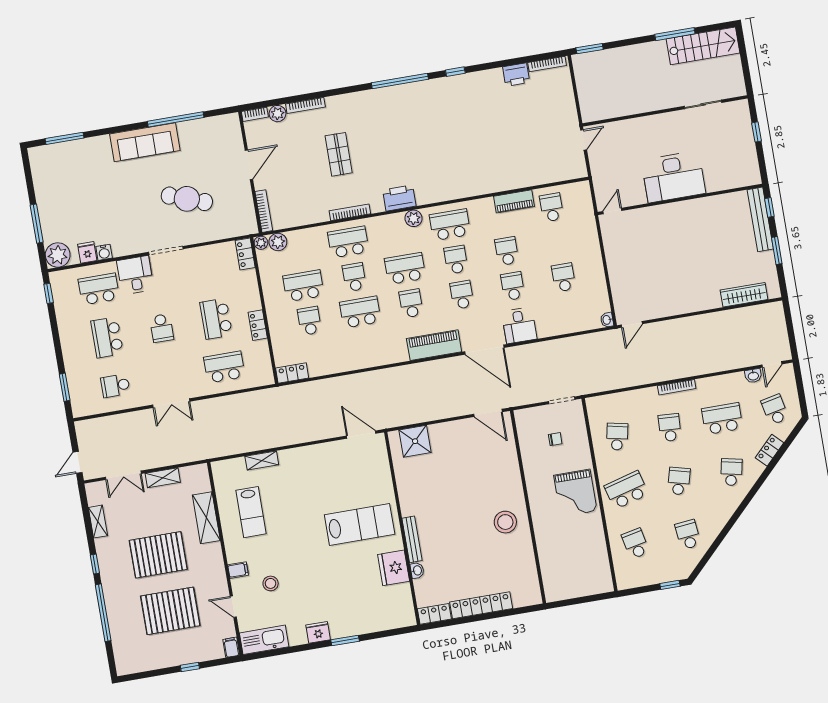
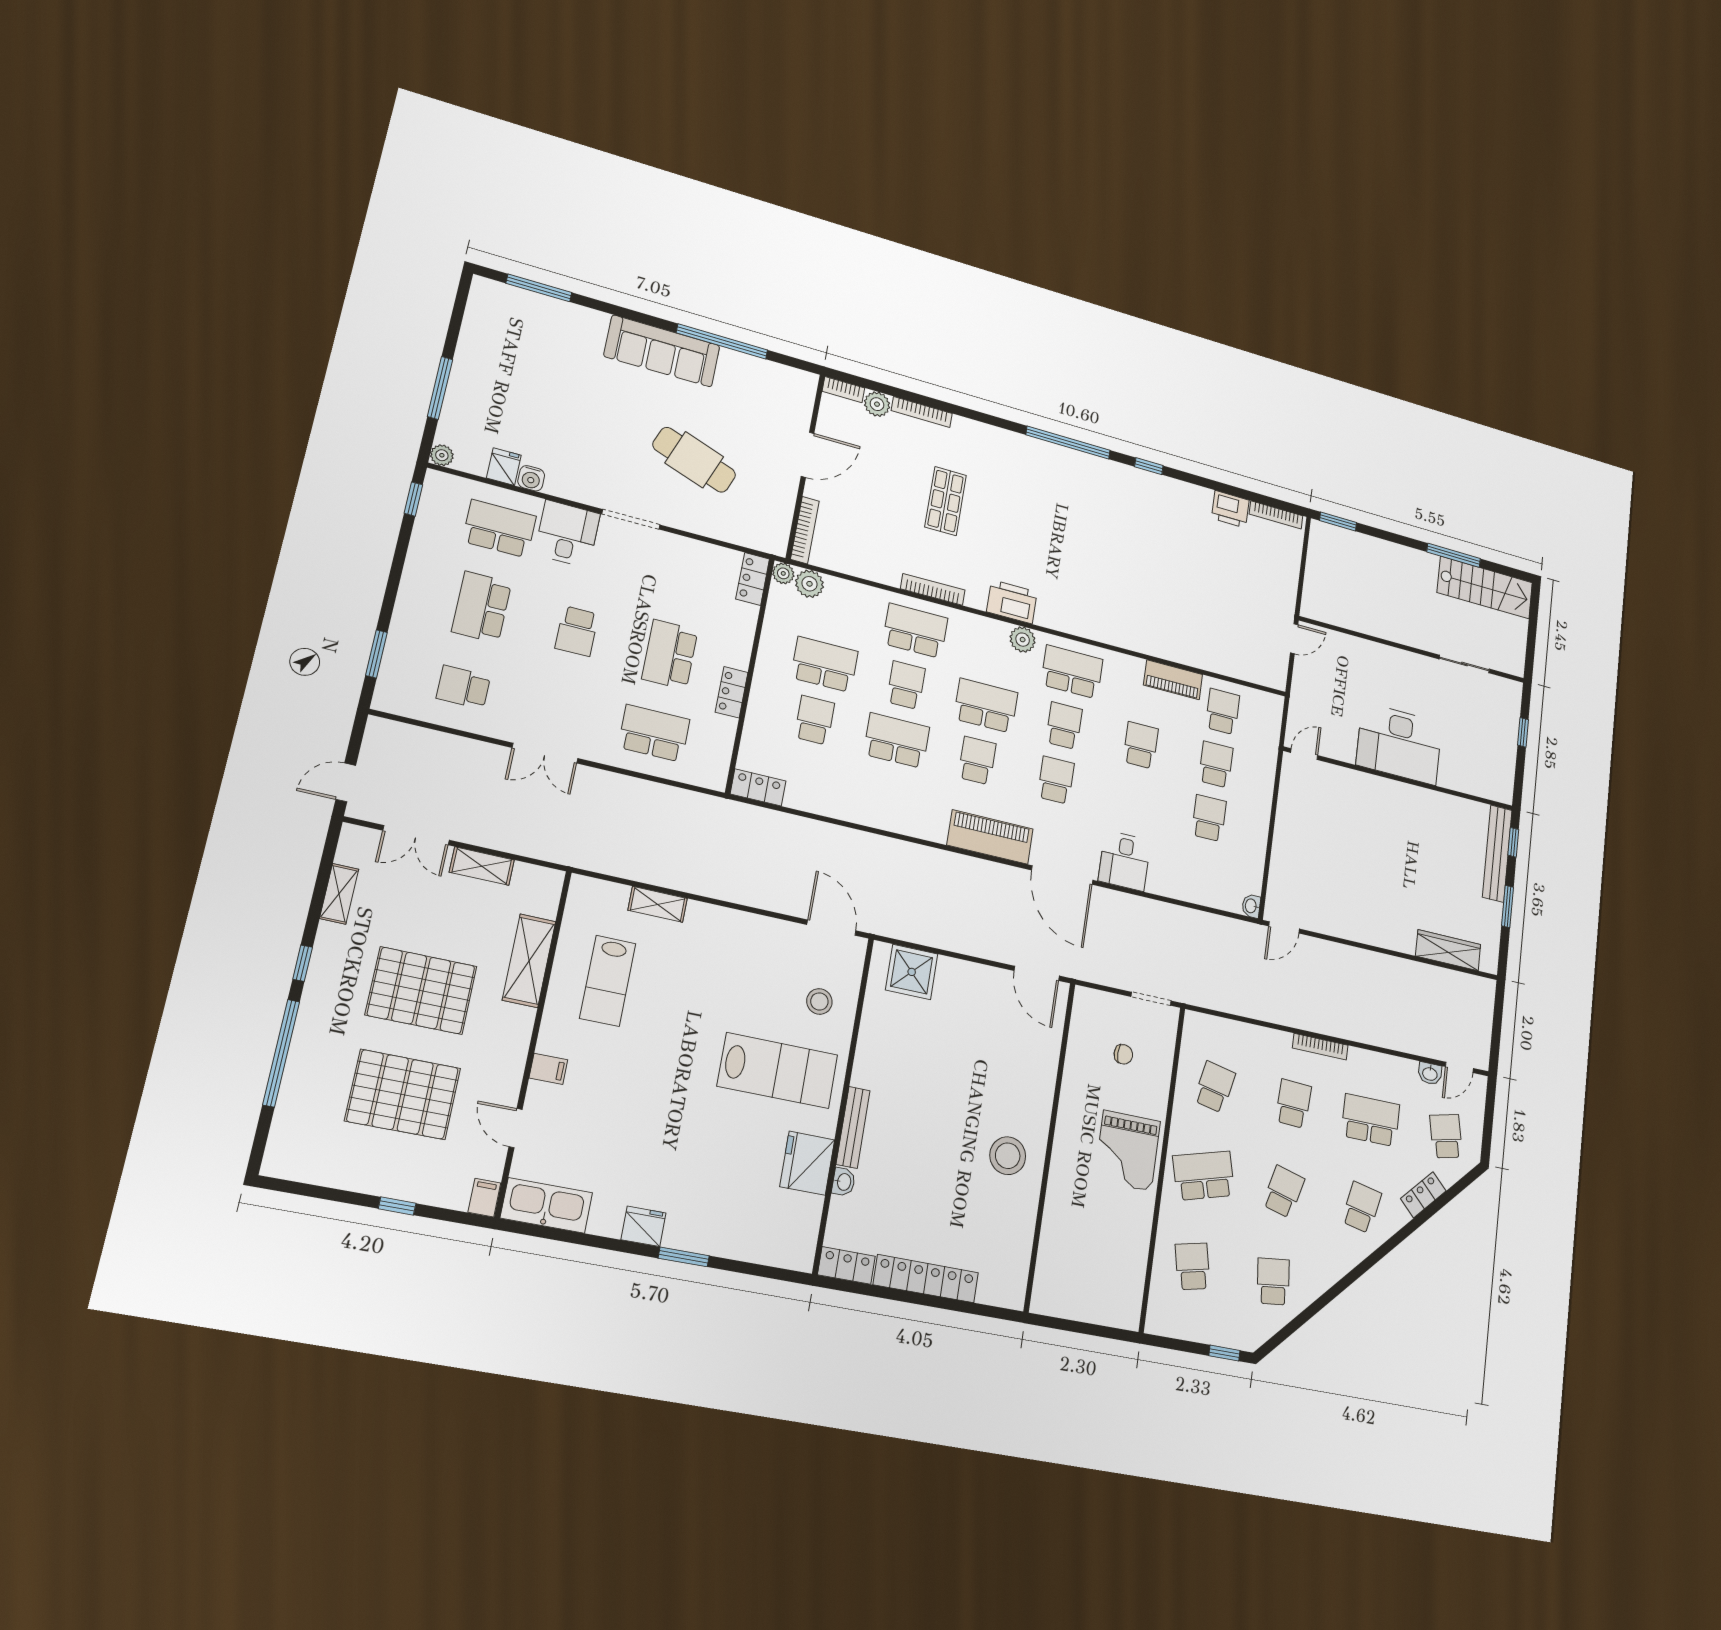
plant: (58, 255) -> (442, 455), width x0.53, depth x0.53
school desk: (513, 286) -> (1216, 764), moved
stool: (271, 583) -> (819, 1001), moved

